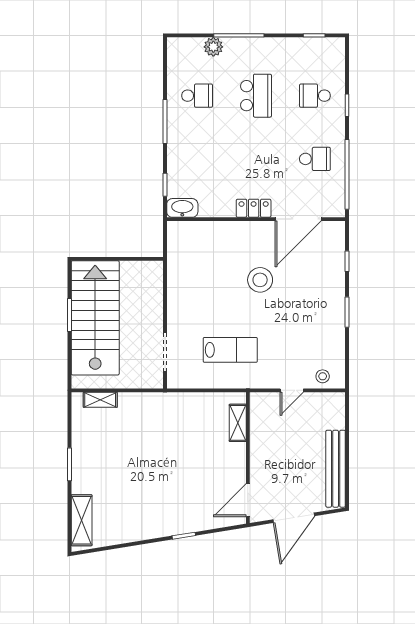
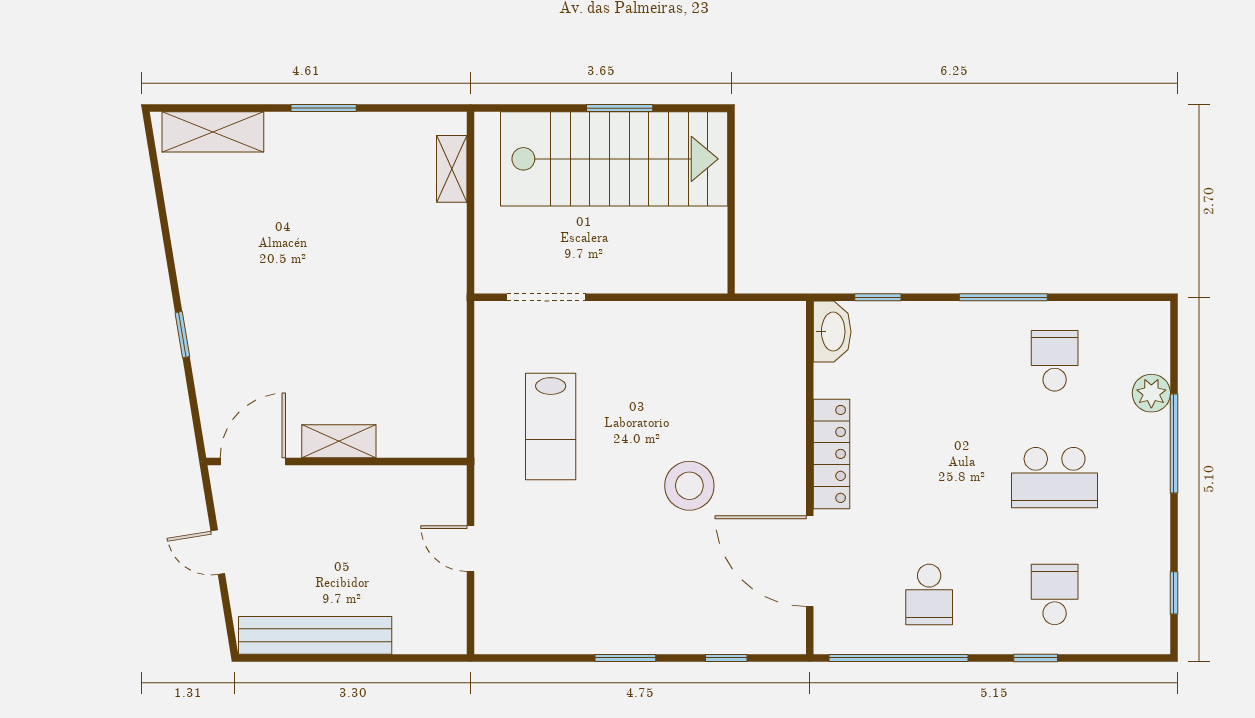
school desk: (197, 96) -> (1055, 361), turned 180
locker: (254, 208) -> (831, 454), width x1.53
stool: (323, 376) -> (498, 610), removed
shelving: (238, 423) -> (339, 441), moved
door: (248, 500) -> (253, 462), hinge flipped
door: (294, 518) -> (218, 552), width x0.53

